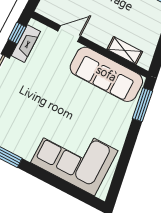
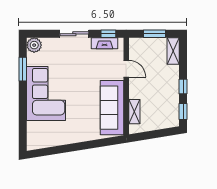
window: (143, 105) -> (104, 142), removed
corner sofa: (74, 157) -> (46, 94), moved

